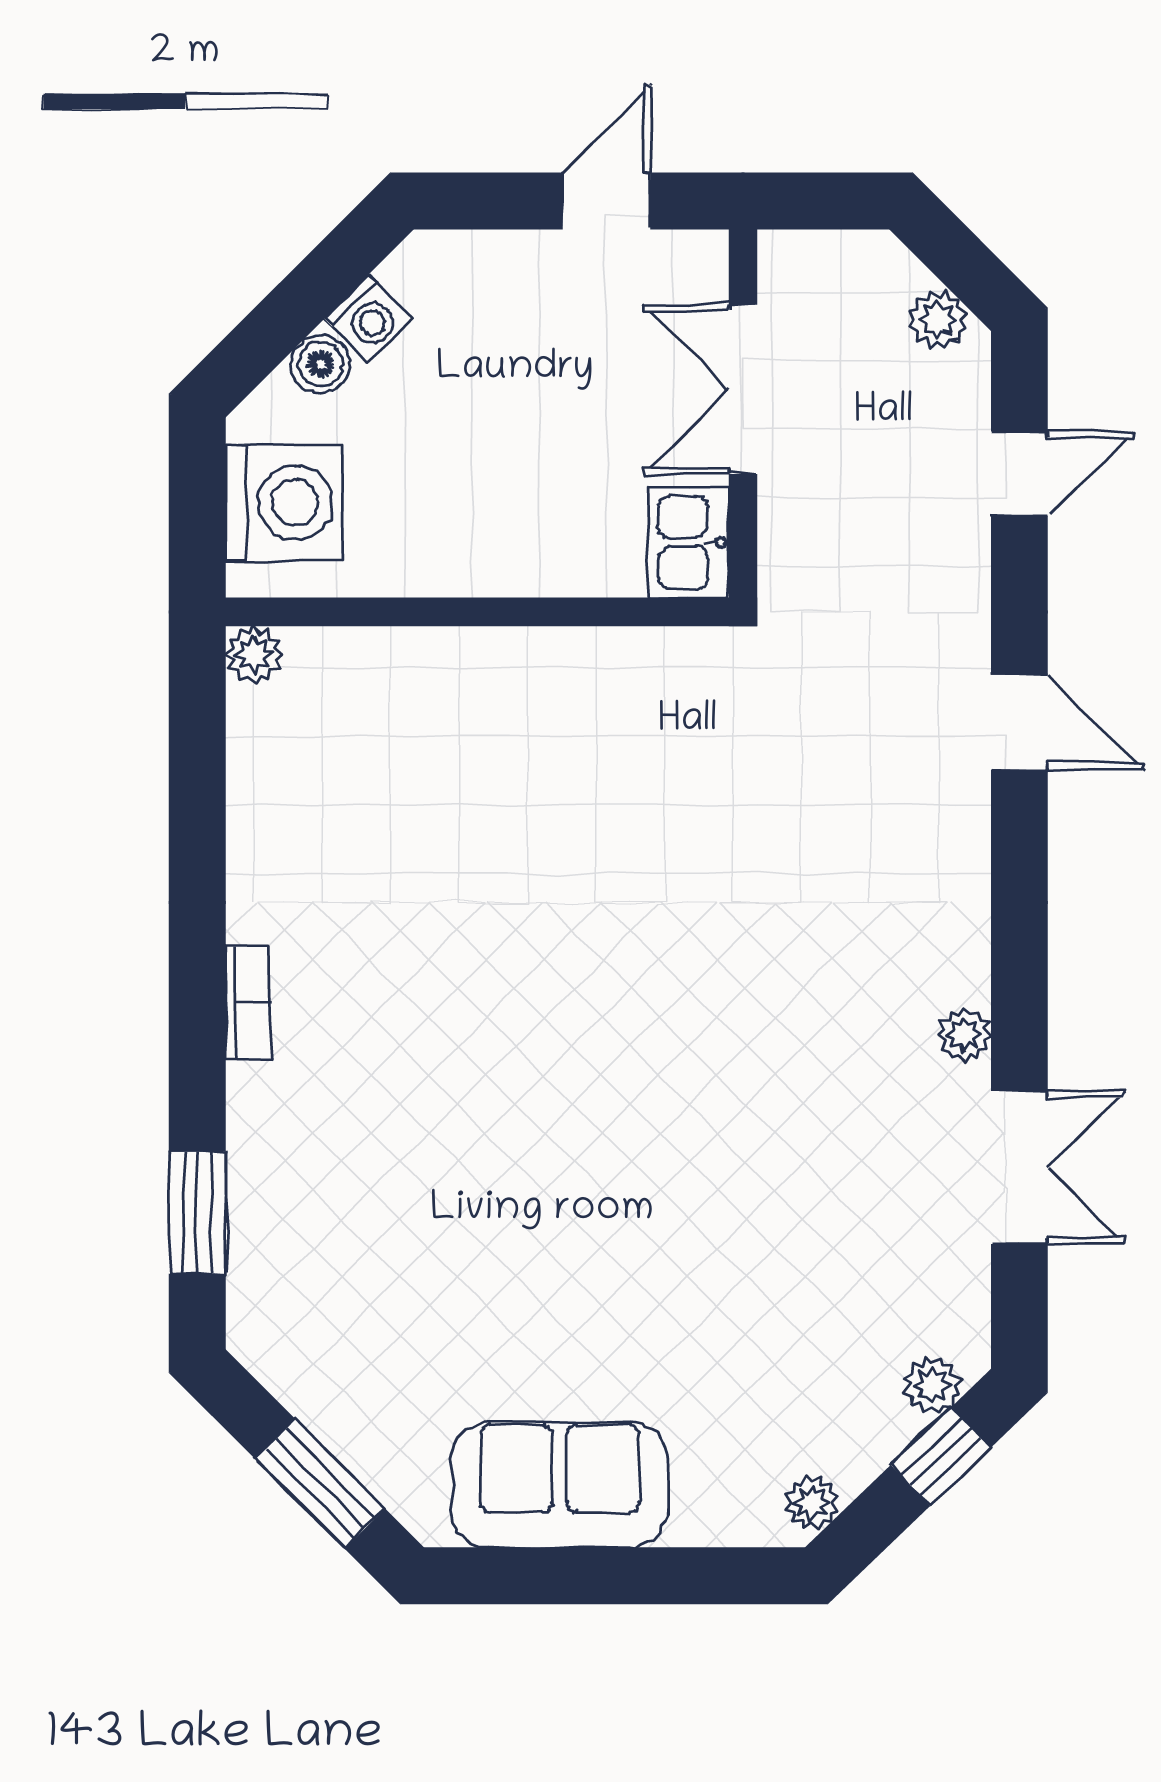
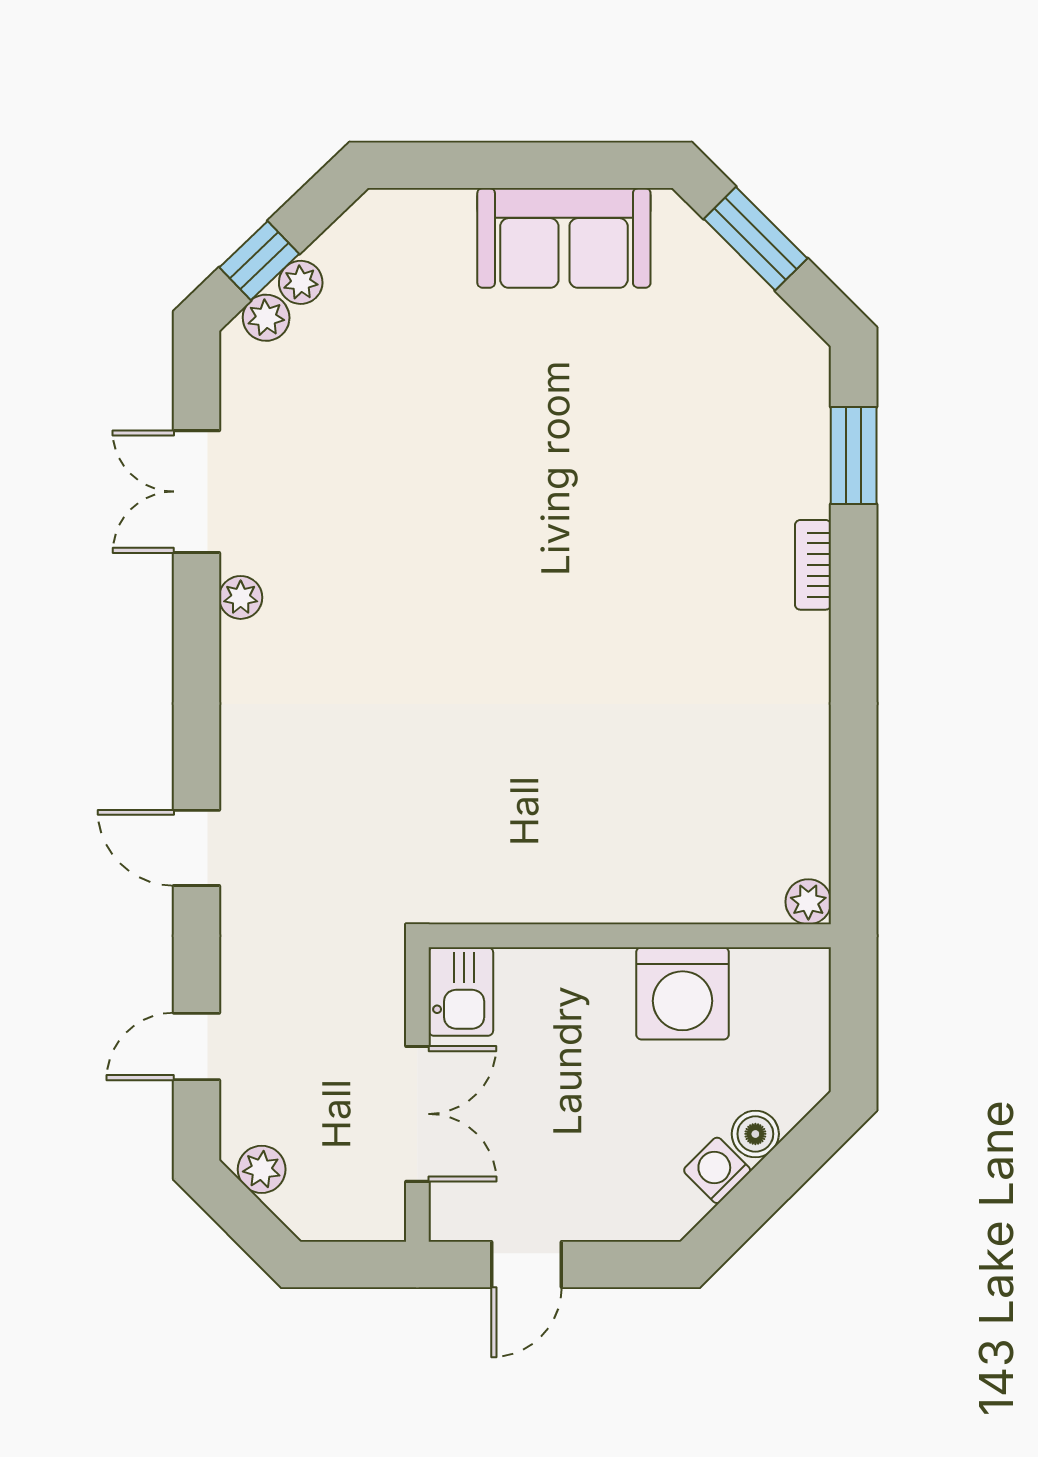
washing machine: (284, 503) -> (683, 993), moved, turned -90
bookcase: (248, 1002) -> (813, 565), moved
plant: (812, 1503) -> (301, 282), moved

